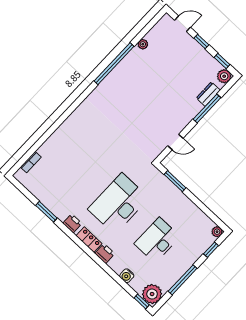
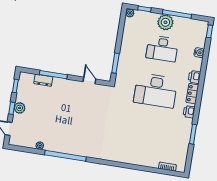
plant: (224, 76) -> (20, 108), moved
plant: (152, 294) -> (165, 22), moved

